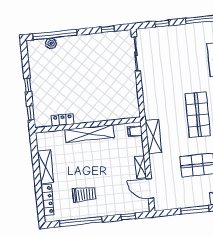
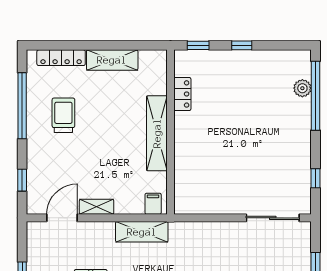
trolley: (84, 194) -> (63, 115), turned 180

